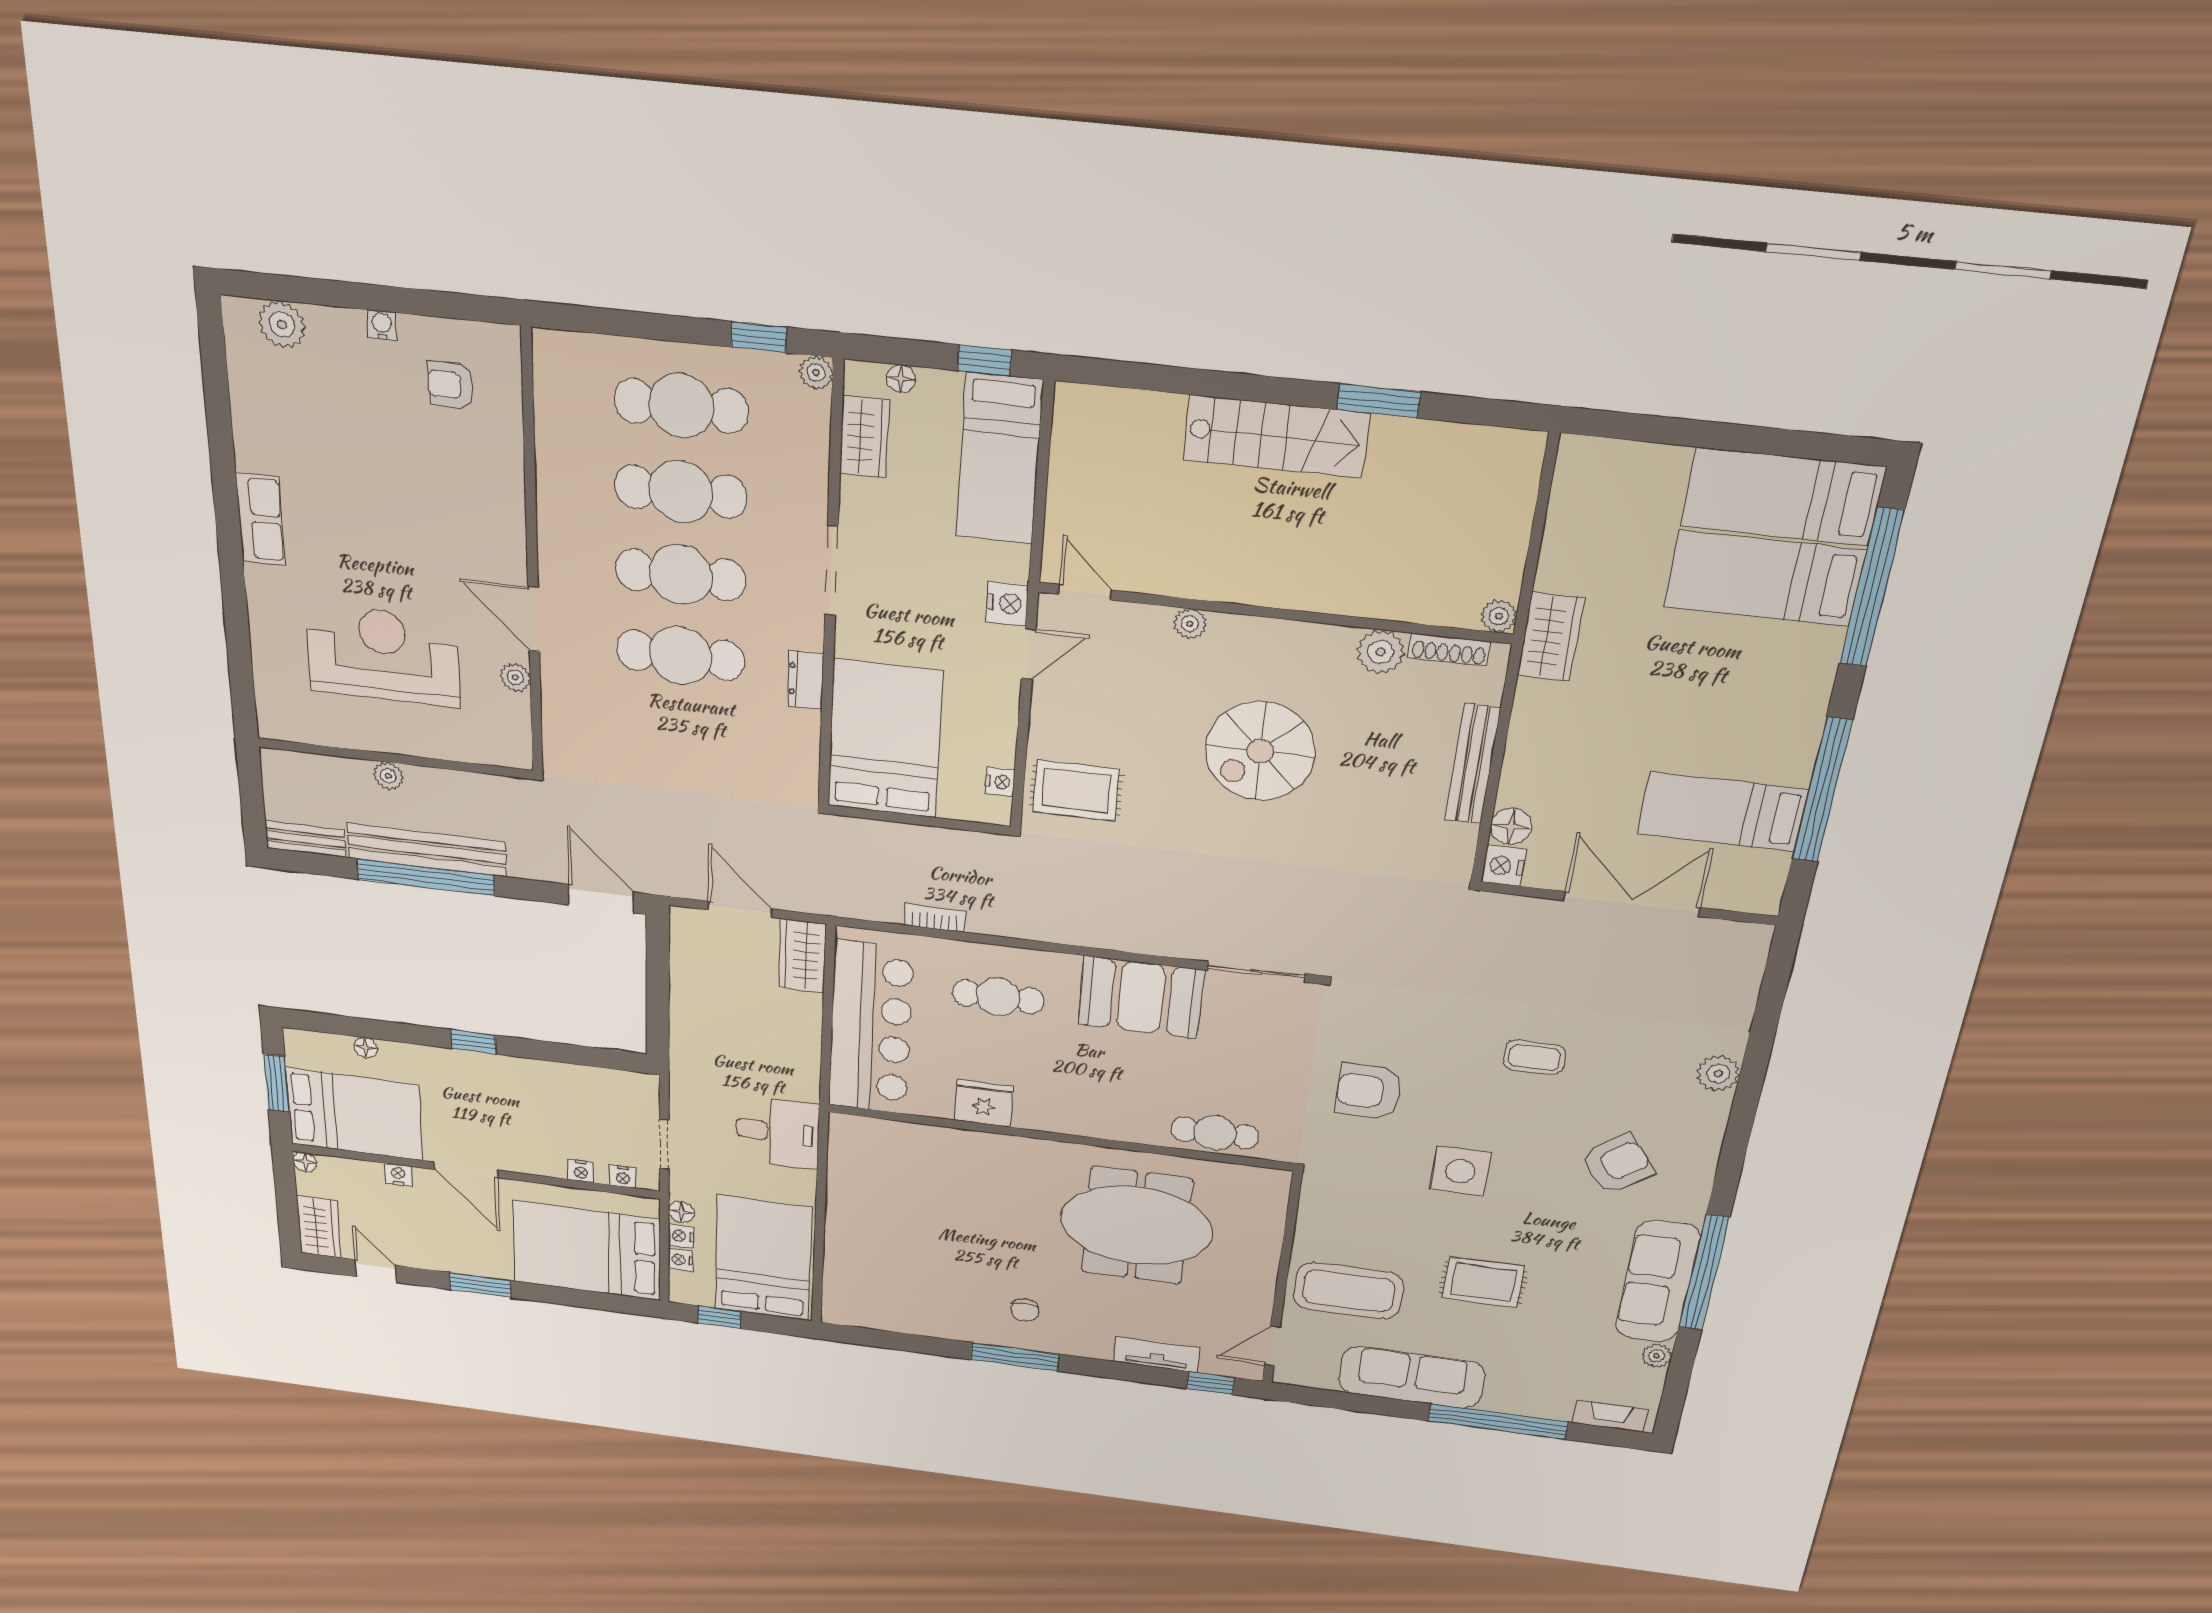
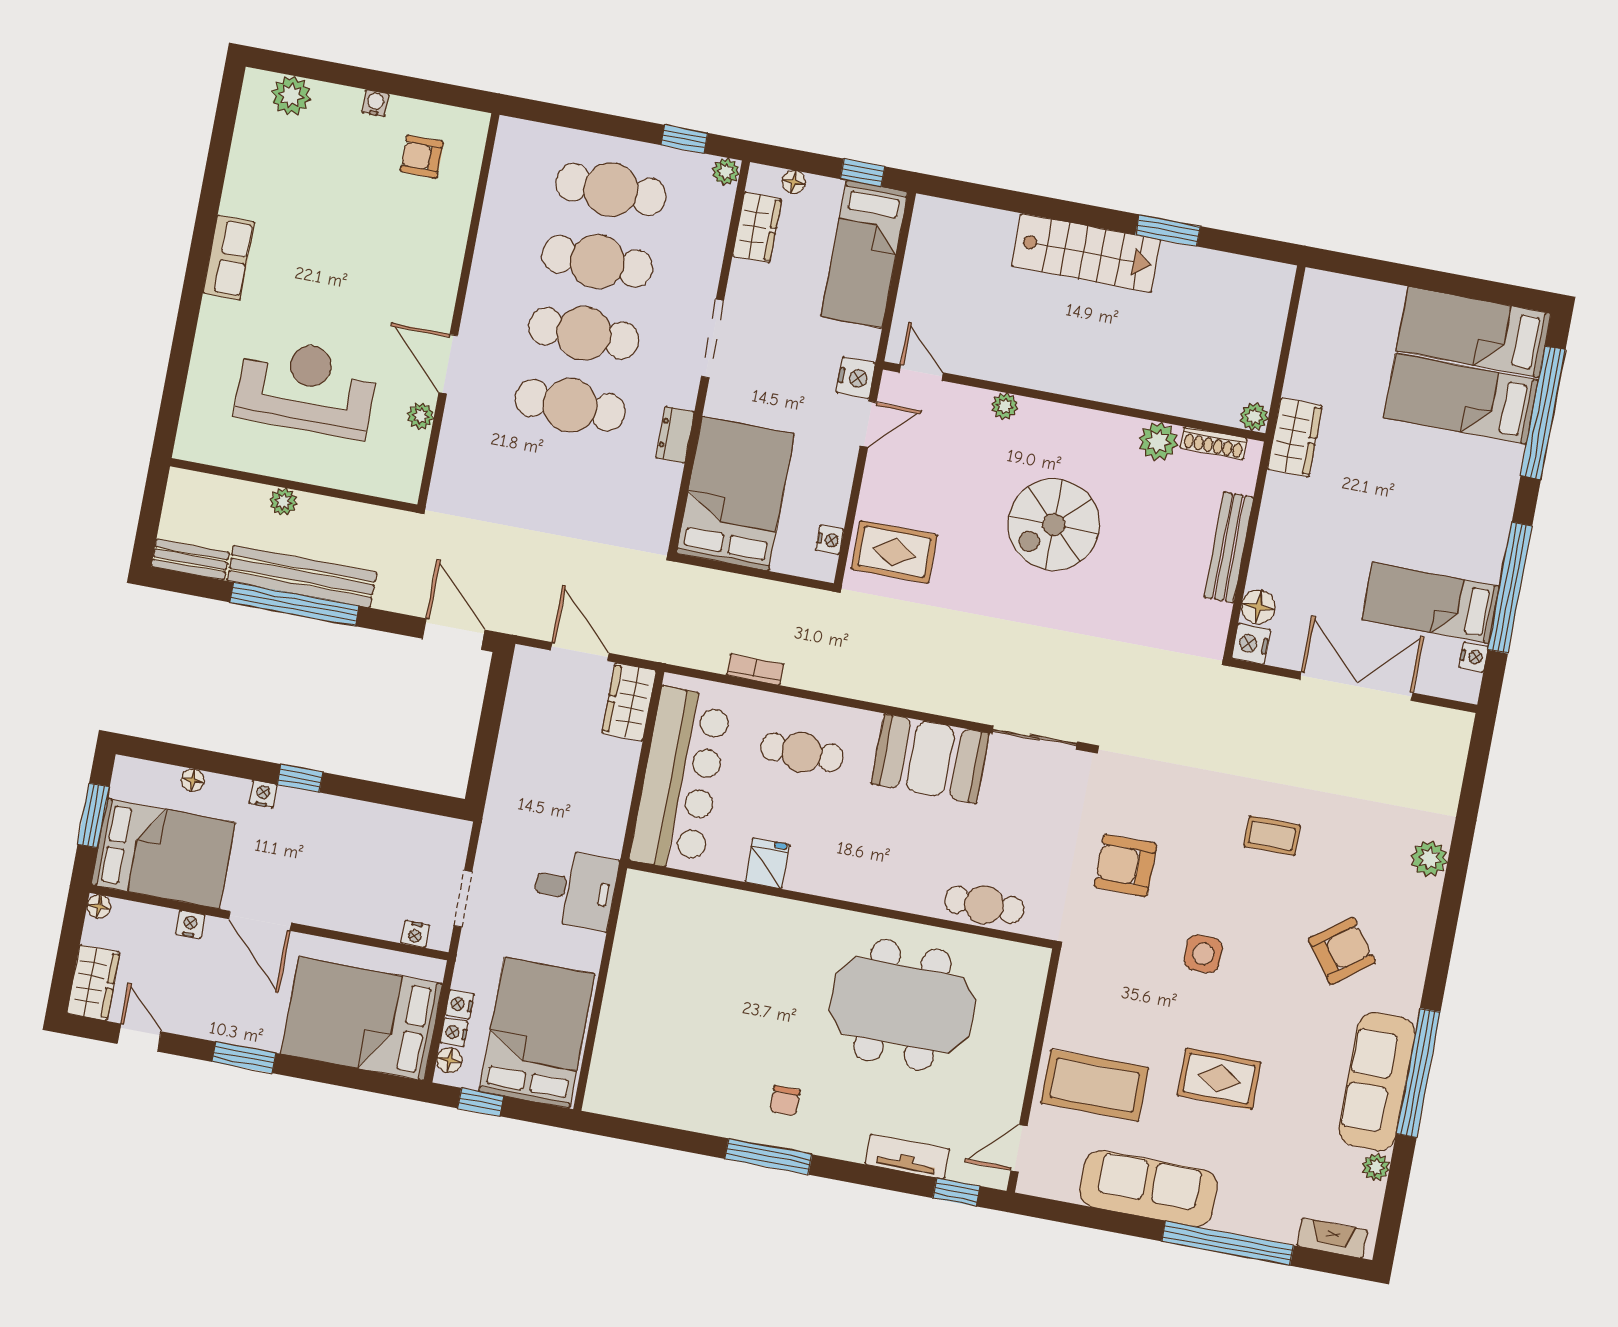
nightstand: (1775, 867) -> (1474, 657), added
fridge: (984, 1103) -> (767, 863), width x0.72
nightstand: (581, 1171) -> (263, 794), moved, turned 180
side table: (1460, 1171) -> (1203, 954), width x0.73, depth x0.73
floor lamp: (681, 1212) -> (449, 1060), moved

